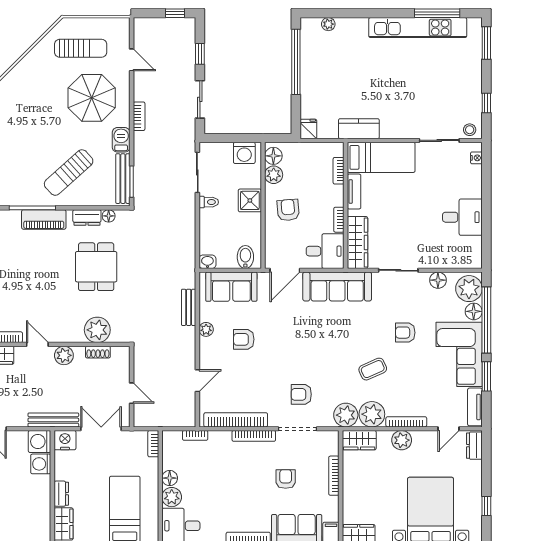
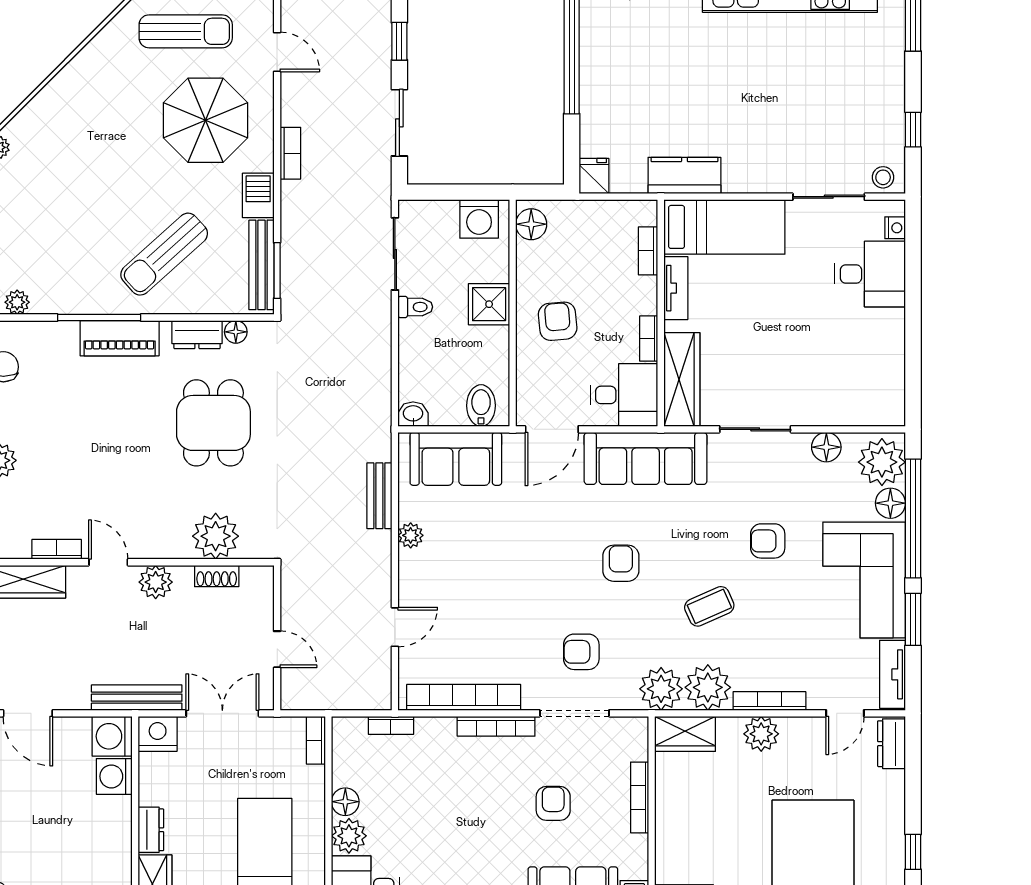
plant: (274, 175) -> (532, 258), removed
desk: (462, 217) -> (870, 274), moved
armchair: (244, 339) -> (621, 563), moved, turned 90

